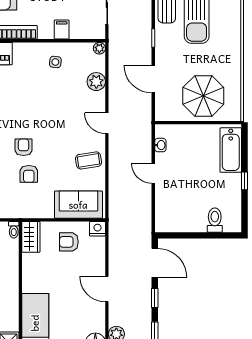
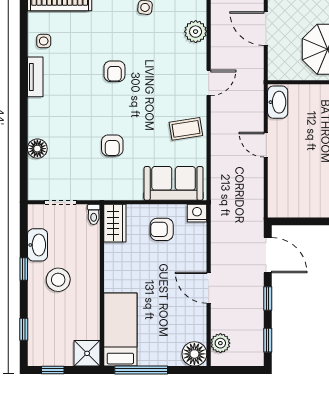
door: (107, 123) -> (209, 83), swing flipped
washbasin: (160, 145) -> (278, 102), width x1.91, depth x1.45
armchair: (24, 147) -> (114, 71), moved, turned 180

